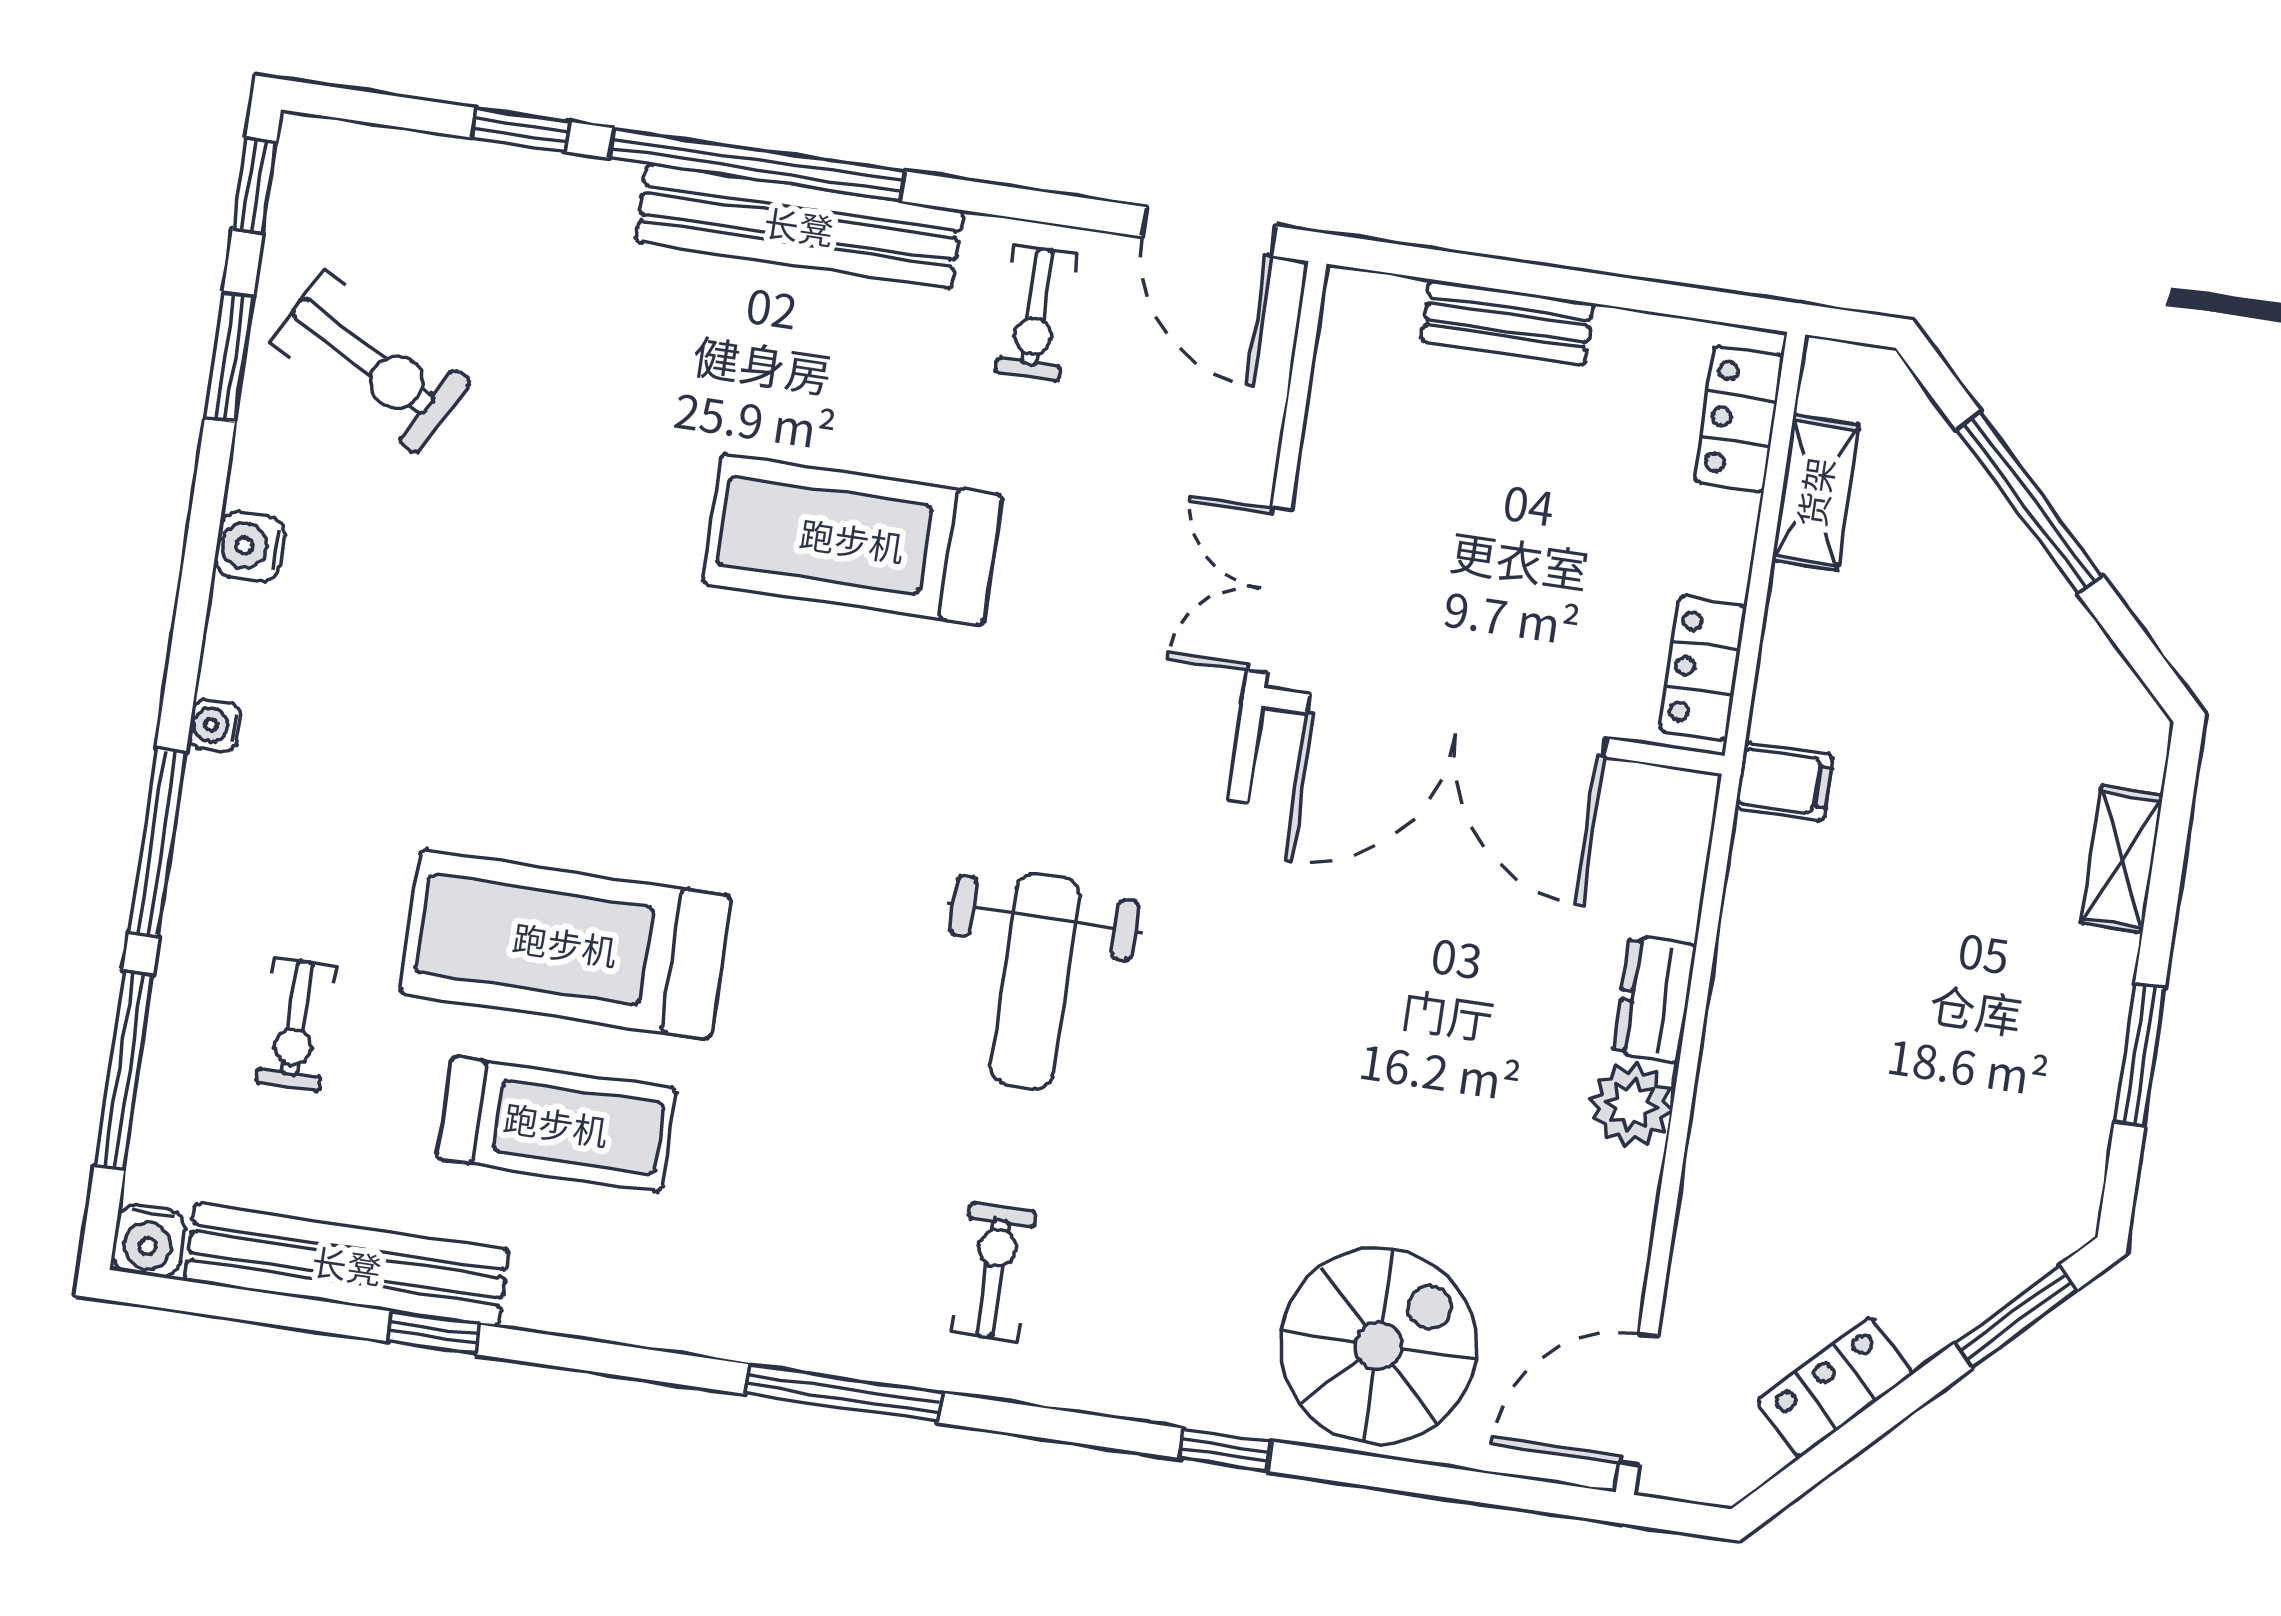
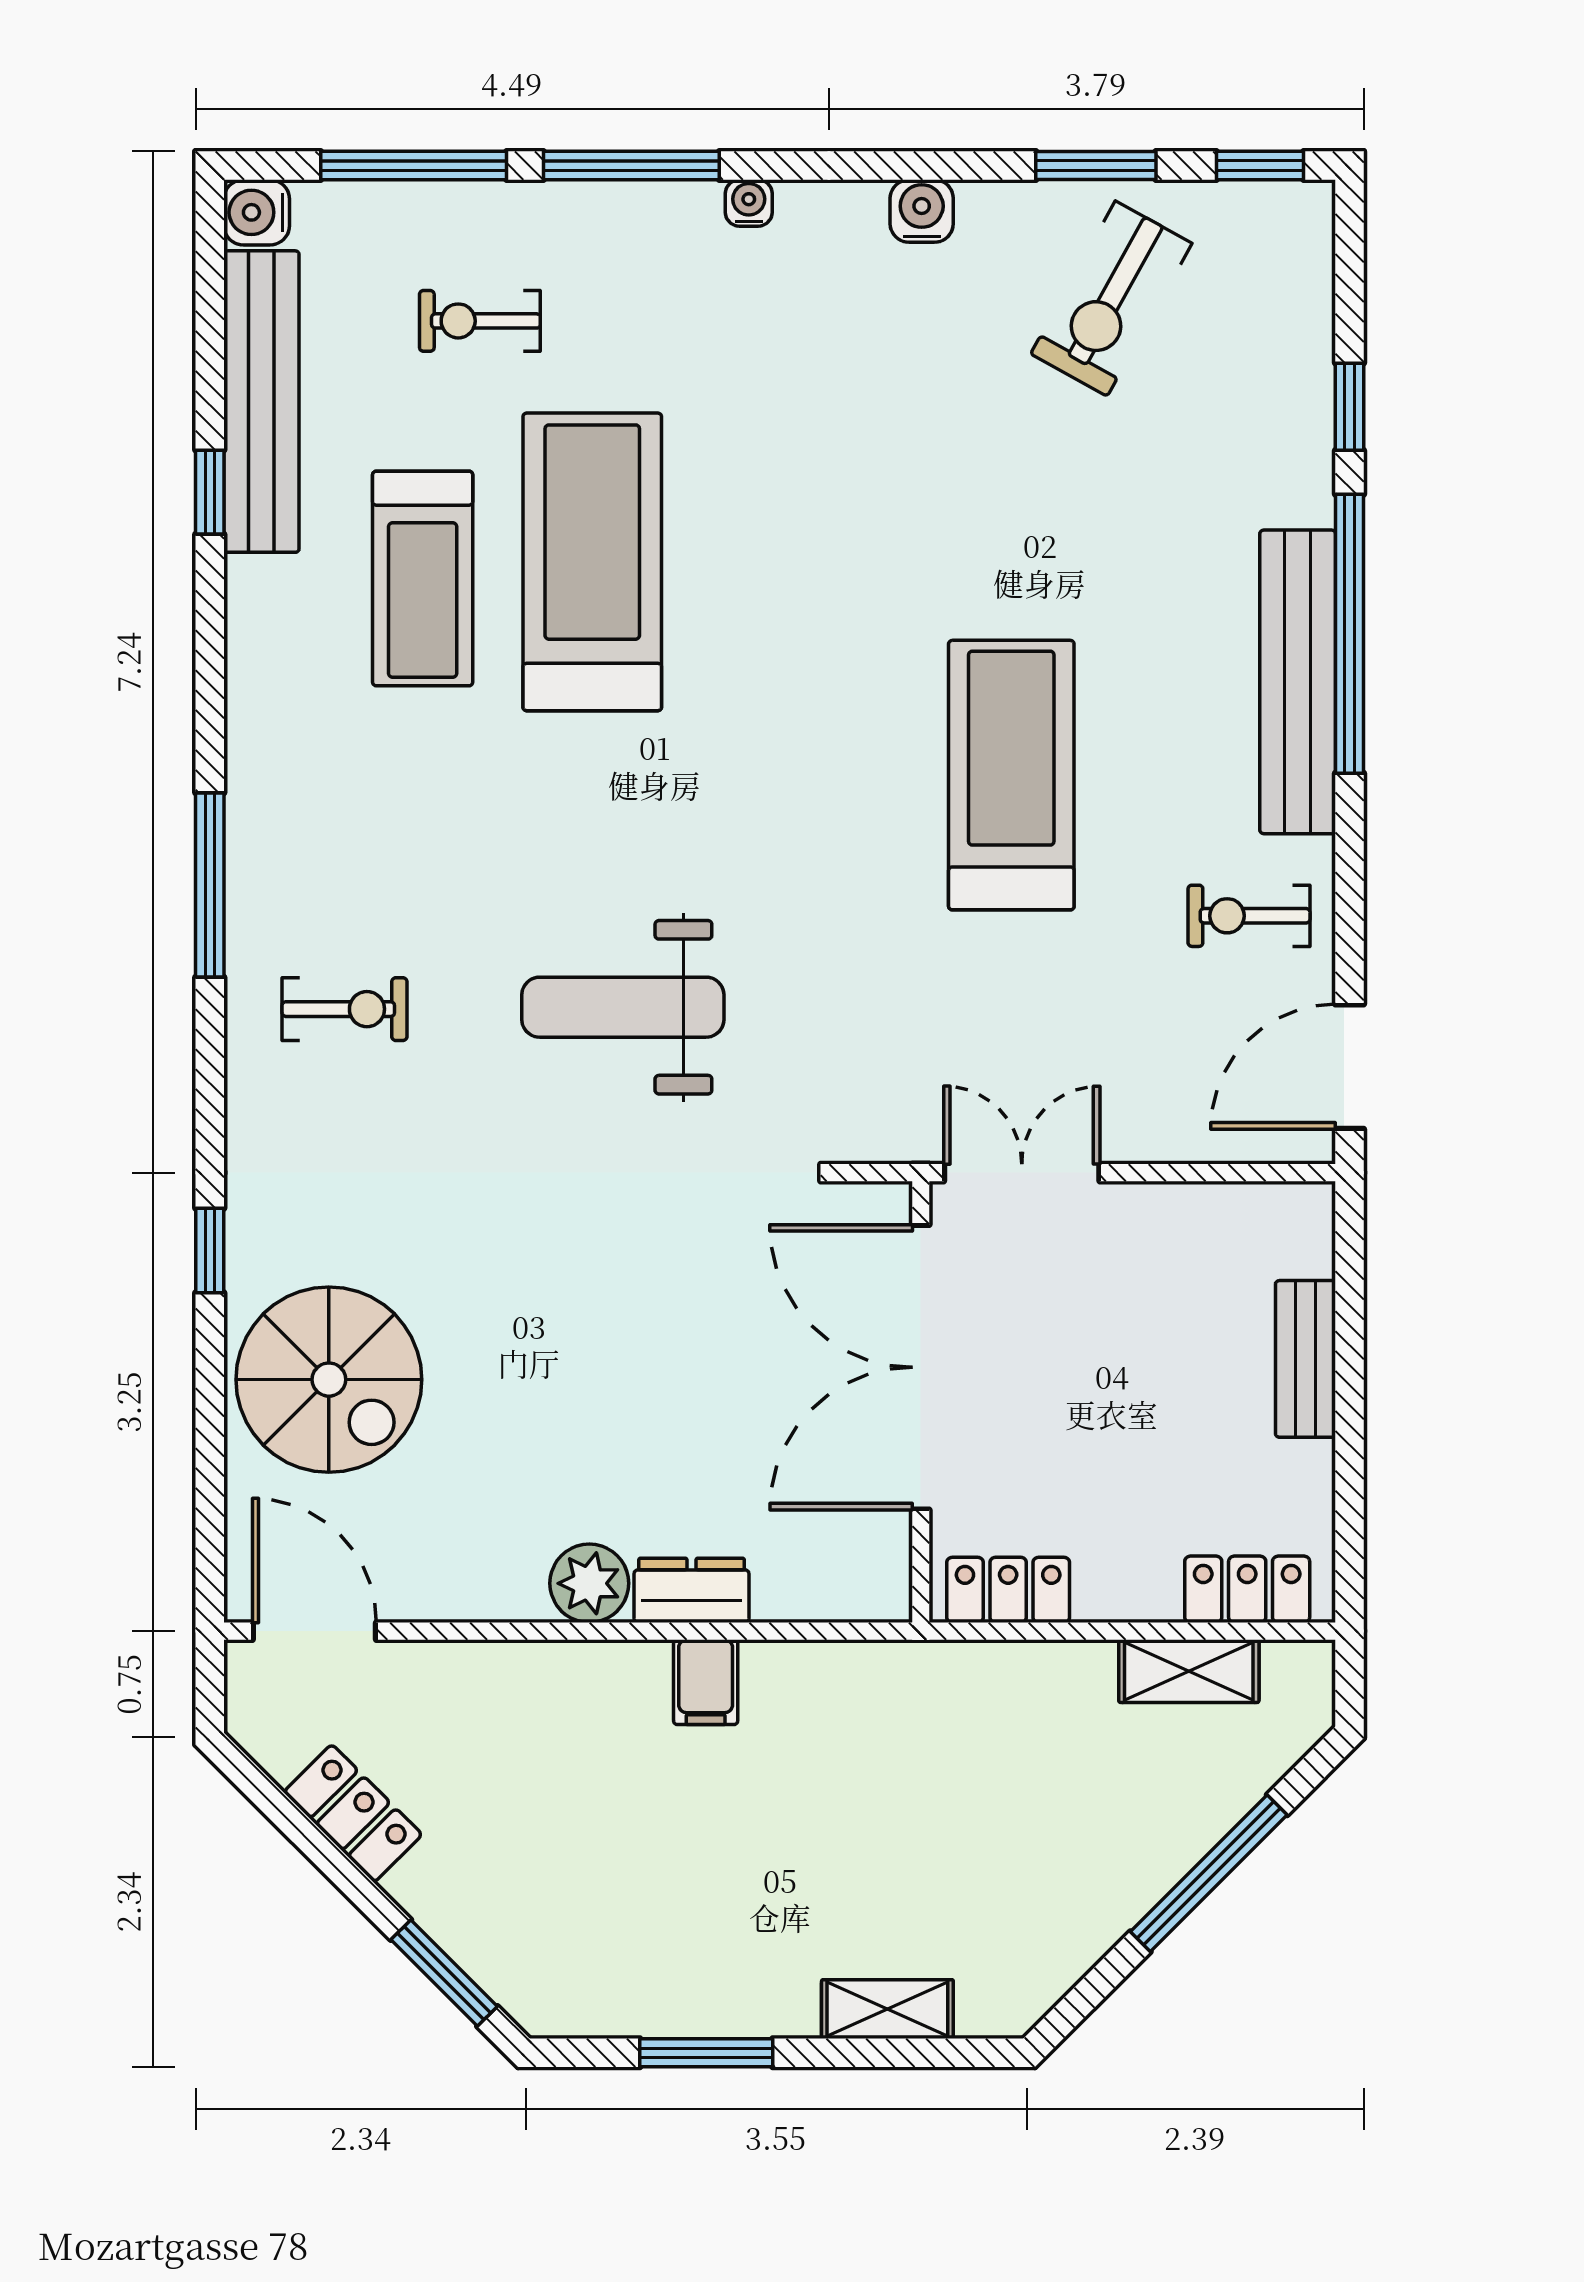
filing cabinet: (1784, 782) -> (706, 1682), moved

